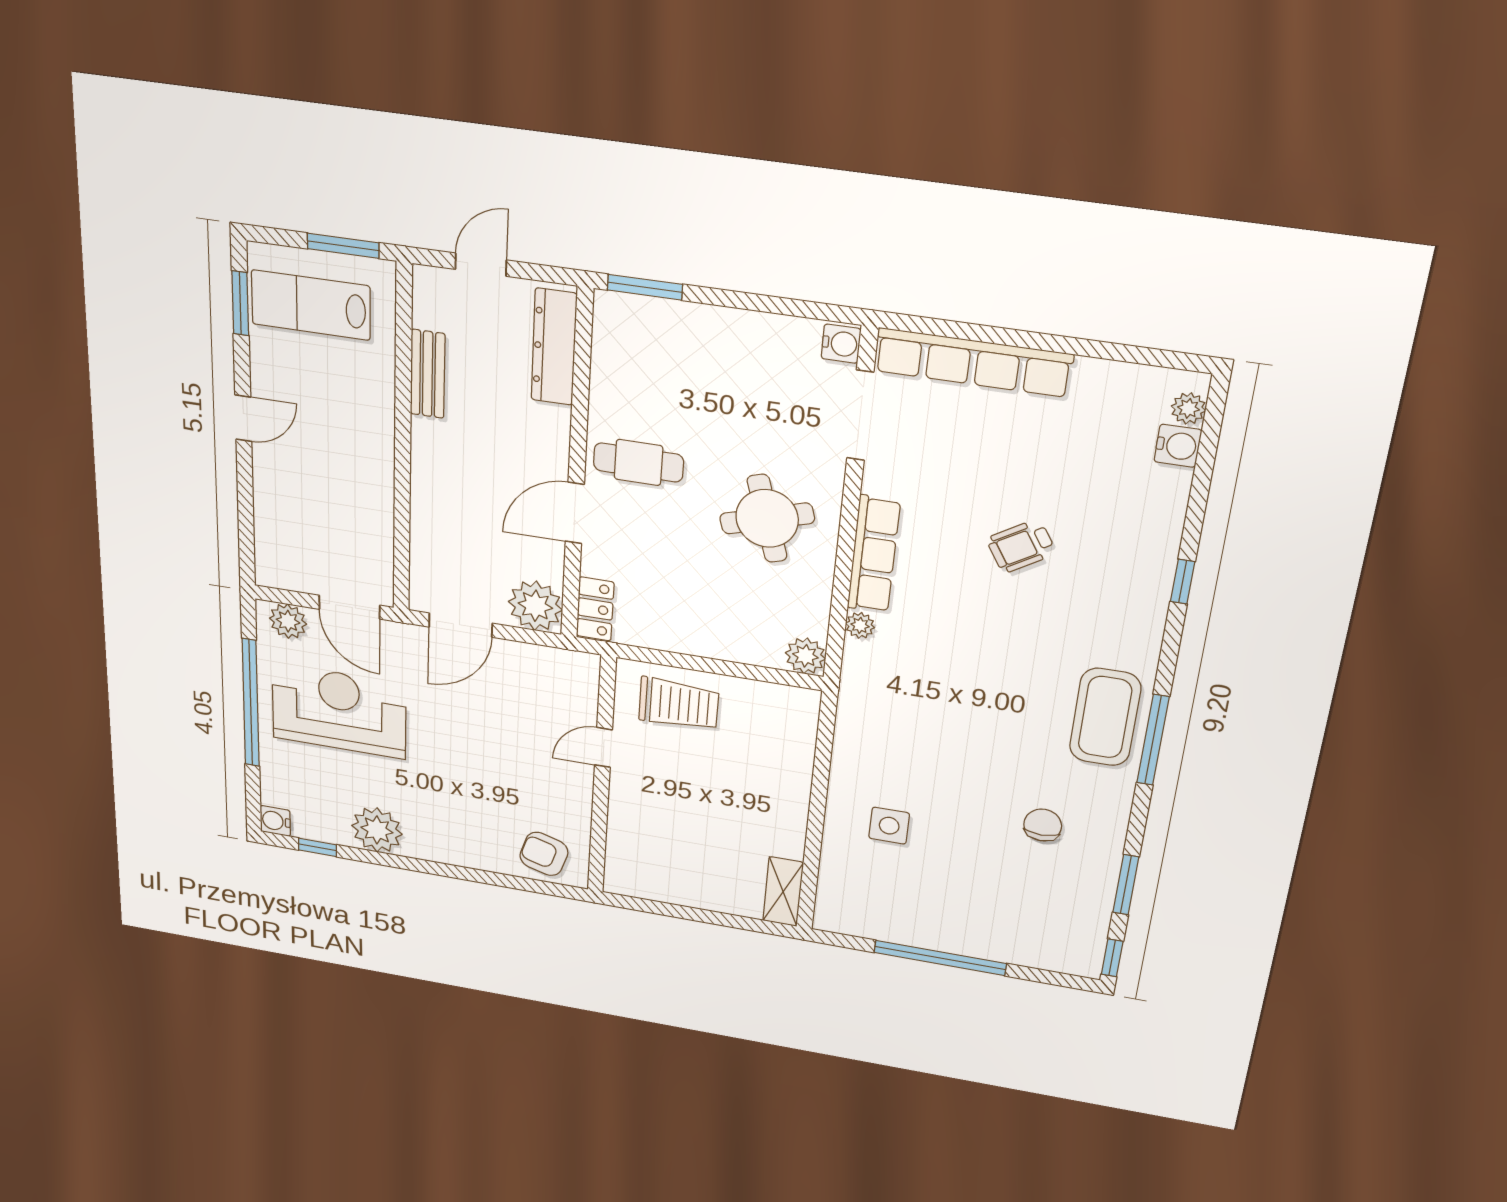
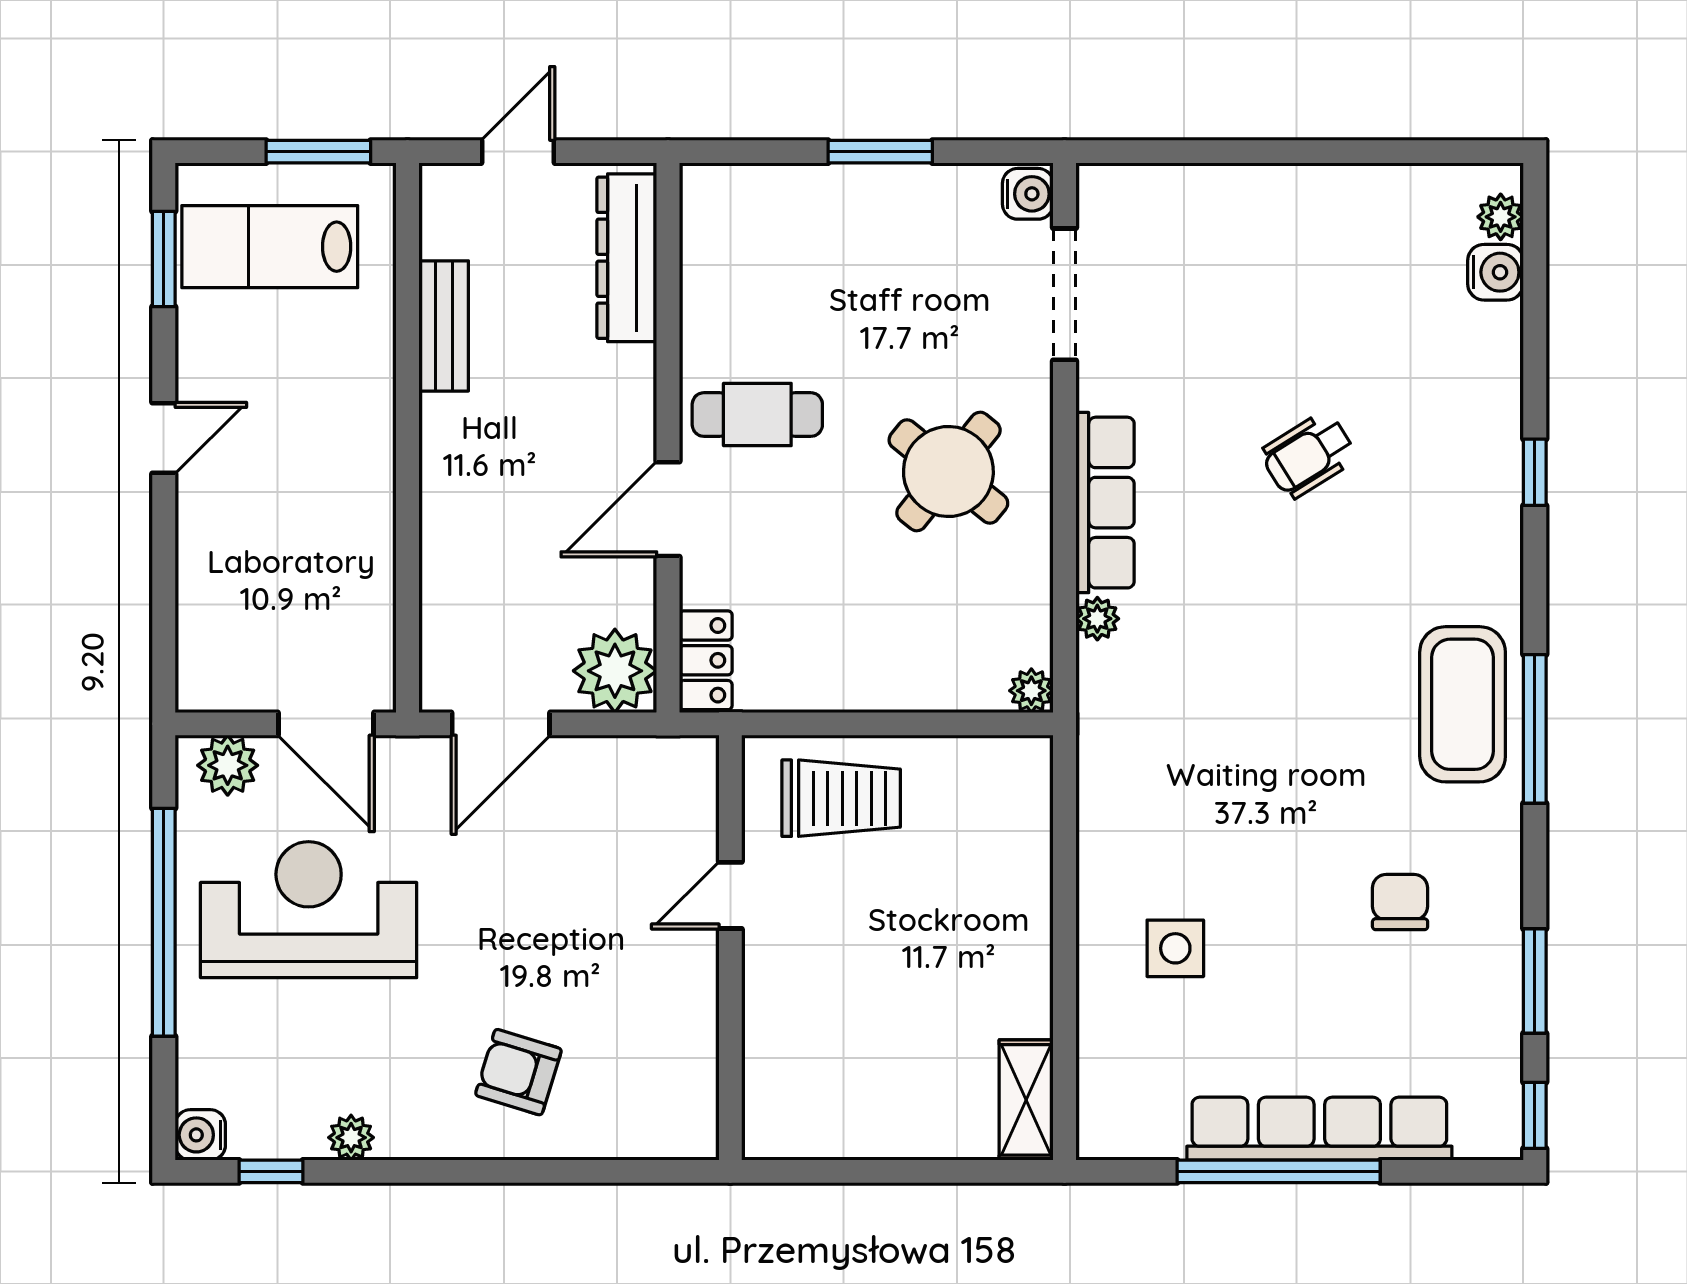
window: (645, 287) -> (880, 152), moved
row of seats: (973, 362) -> (1319, 1129), moved, turned 180
round table: (767, 518) -> (948, 471), turned -34
plant: (805, 656) -> (1031, 691), width x0.73, depth x0.73
plant: (377, 830) -> (351, 1138), width x0.53, depth x0.53
armchair: (544, 854) -> (518, 1072), moved

